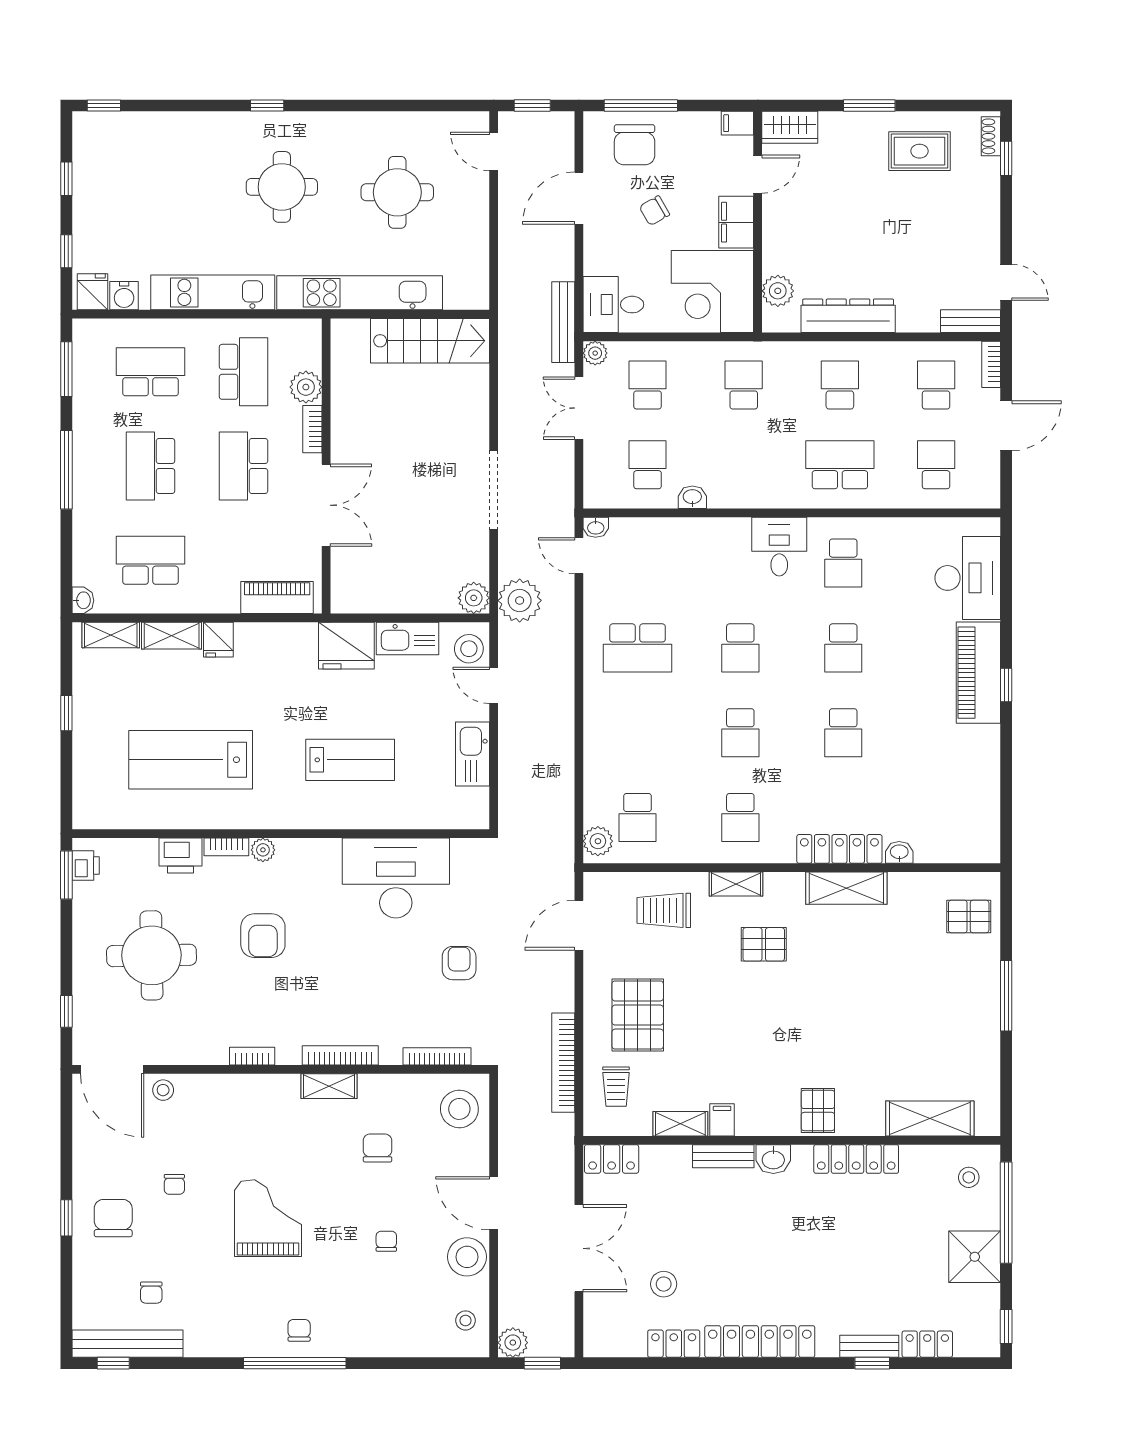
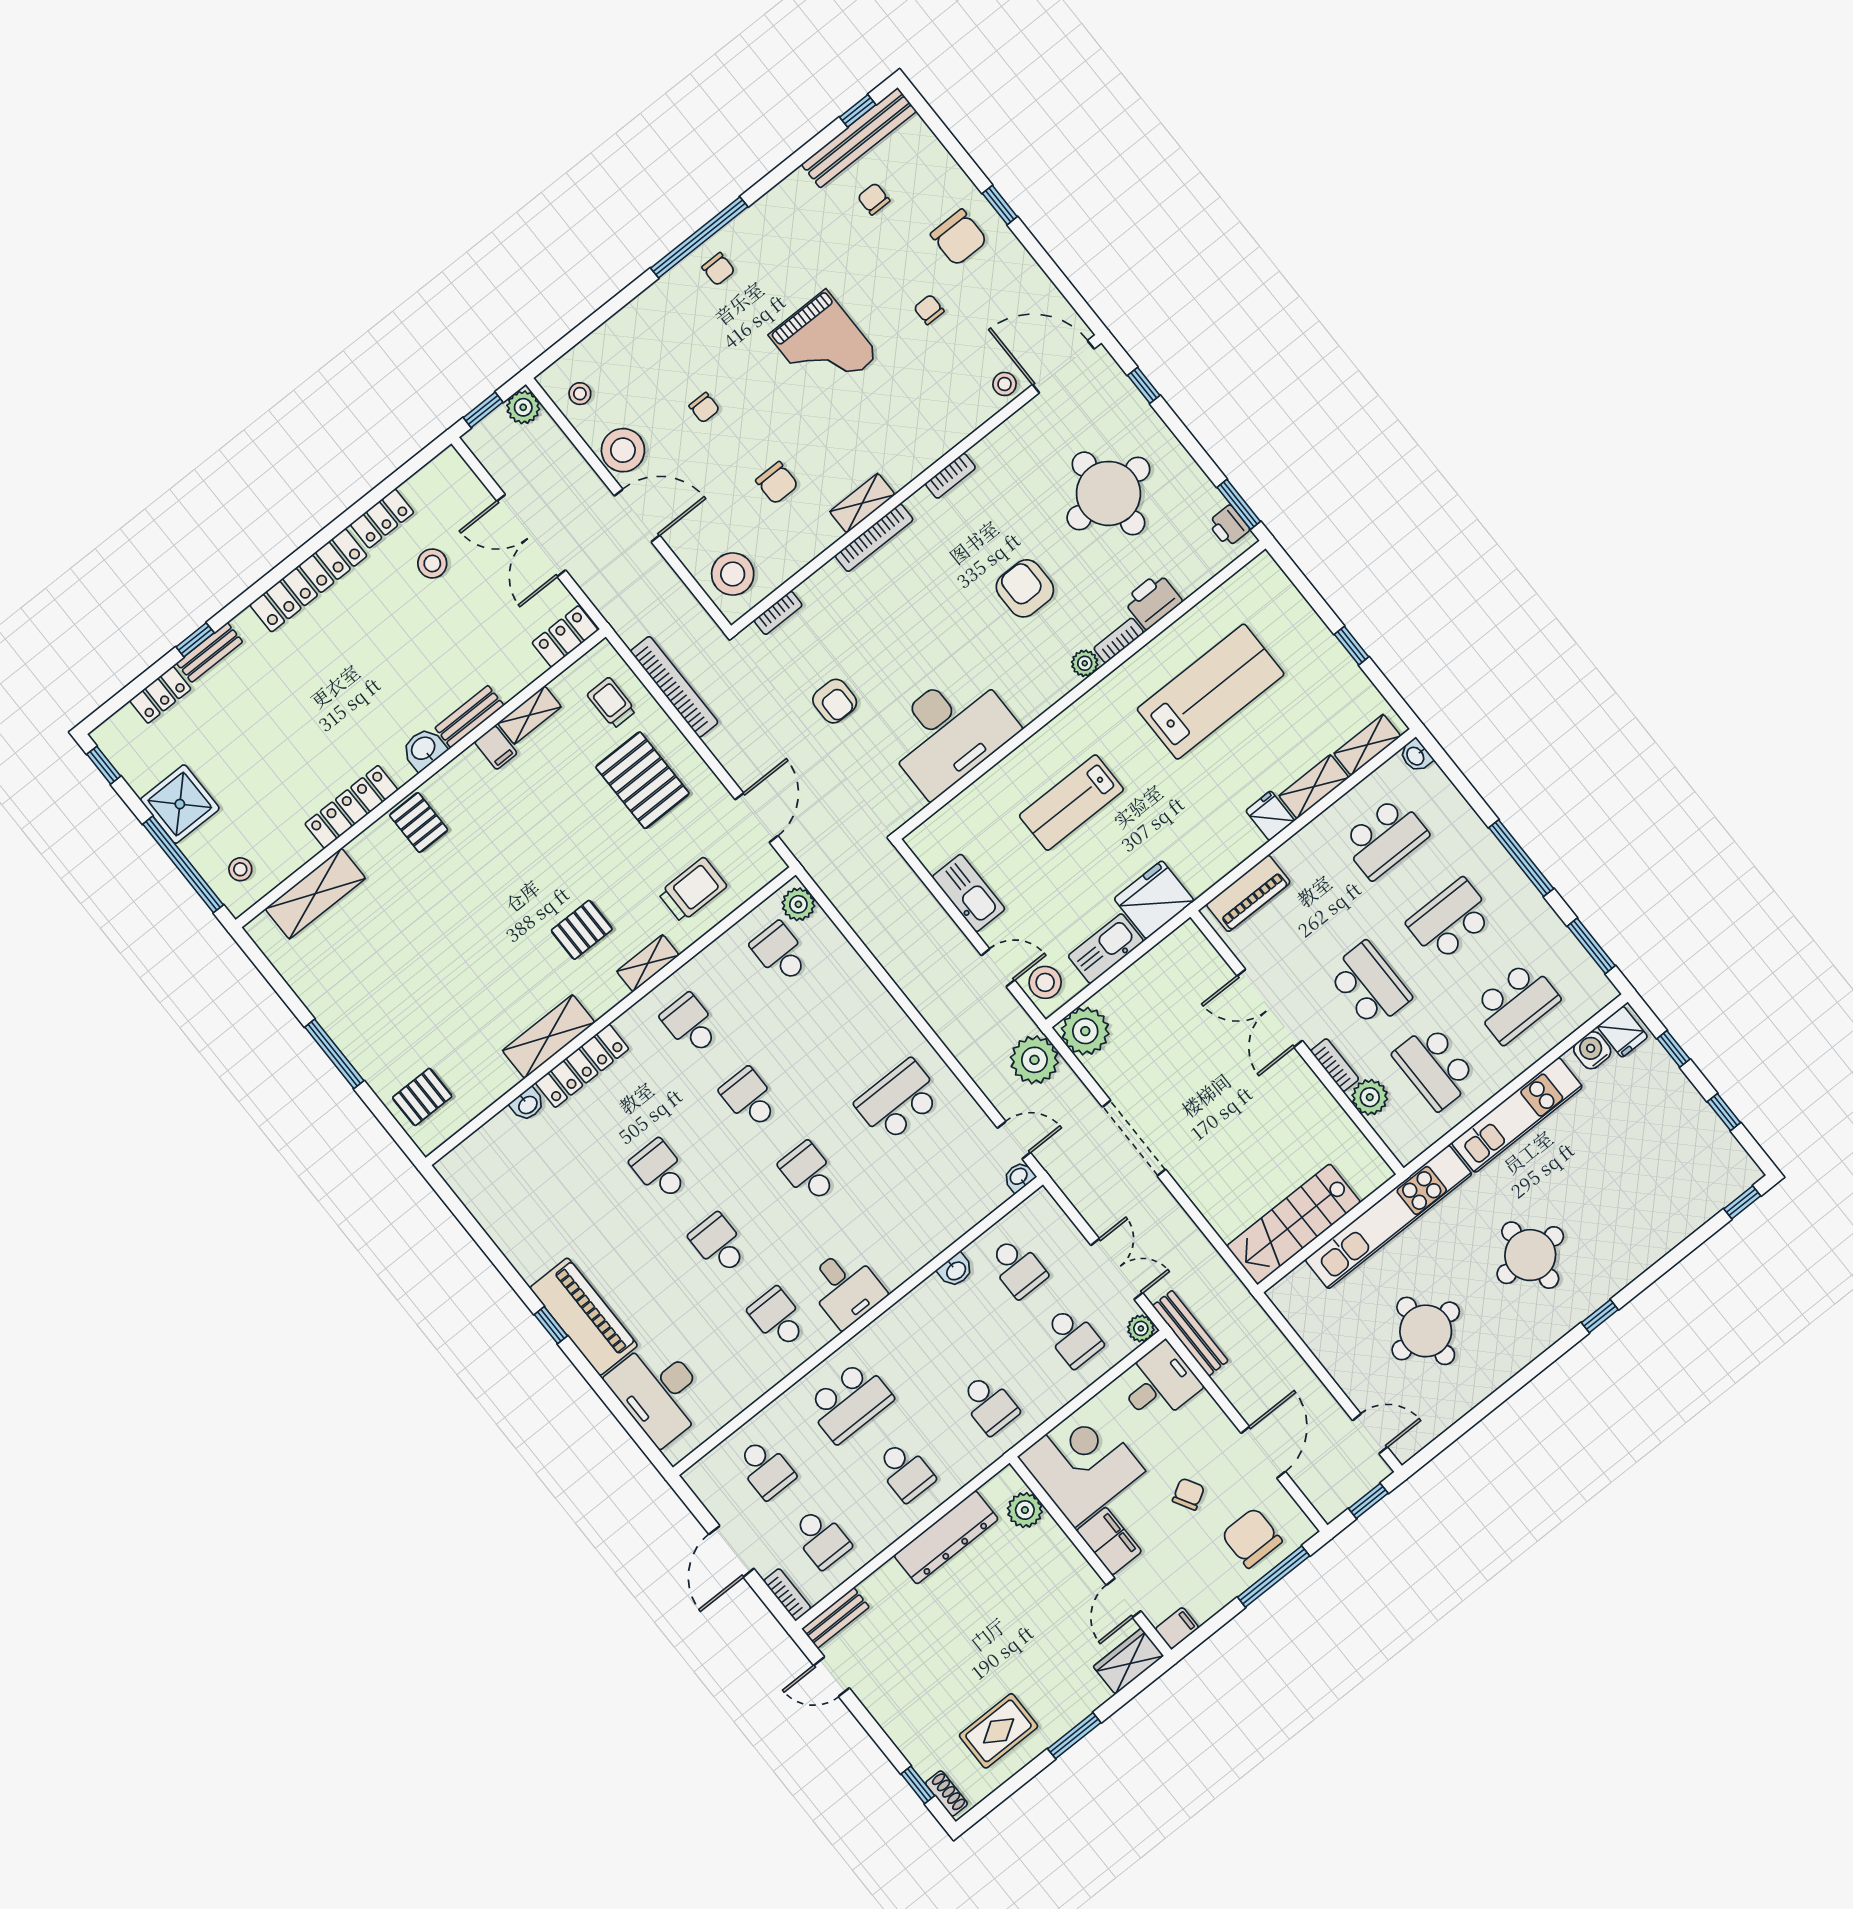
school desk: (150, 466) -> (1450, 920), turned -90
plant: (474, 598) -> (1085, 1031), width x1.36, depth x1.36
bookcase: (437, 1056) -> (778, 613), width x0.64

